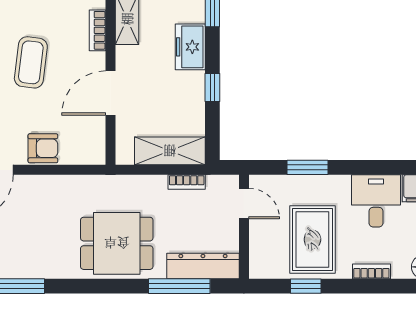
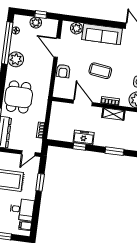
freezer: (190, 47) -> (84, 137), moved
shelving: (170, 151) -> (55, 125), removed
plant: (31, 261) -> (16, 59), added

